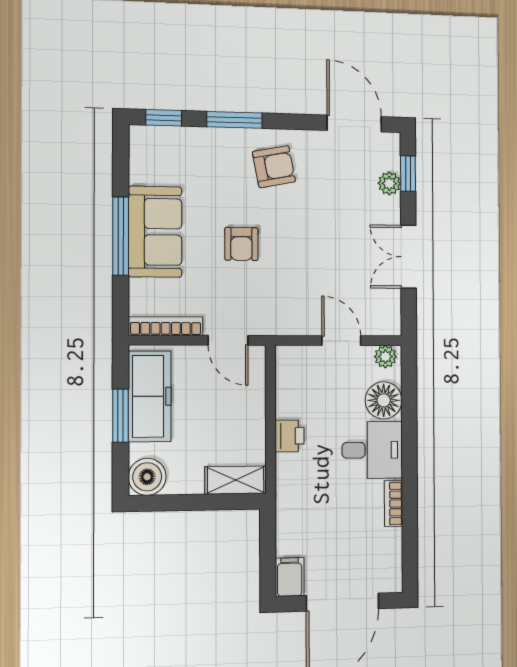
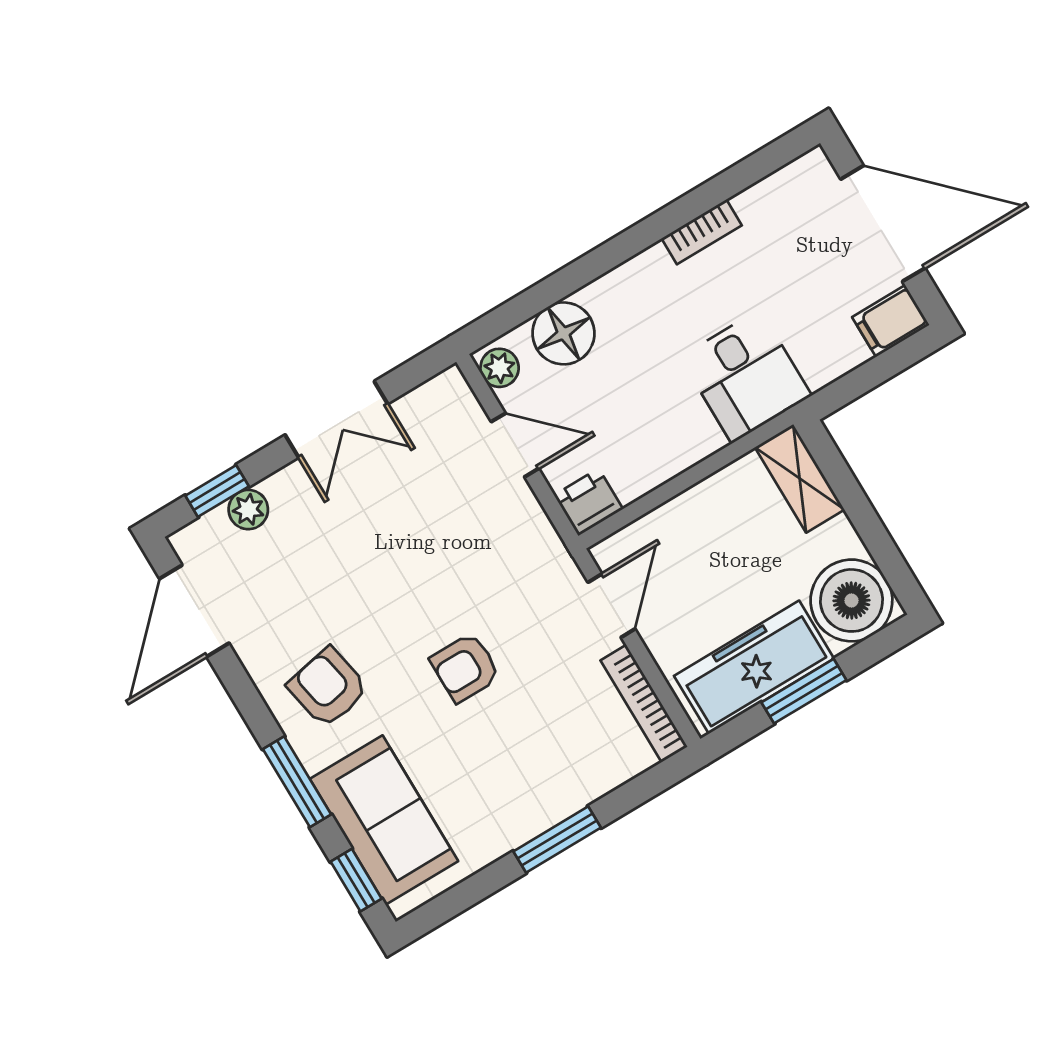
sofa: (155, 232) -> (384, 820), moved, turned 90
window: (121, 236) -> (557, 840), width x0.69
armchair: (241, 244) -> (465, 668), turned 180
door: (341, 341) -> (515, 445), swing flipped
printer: (290, 436) -> (588, 502), moved
desk: (372, 450) -> (746, 376), moved, turned 180
boiler: (147, 477) -> (851, 600), width x1.37, depth x1.37

